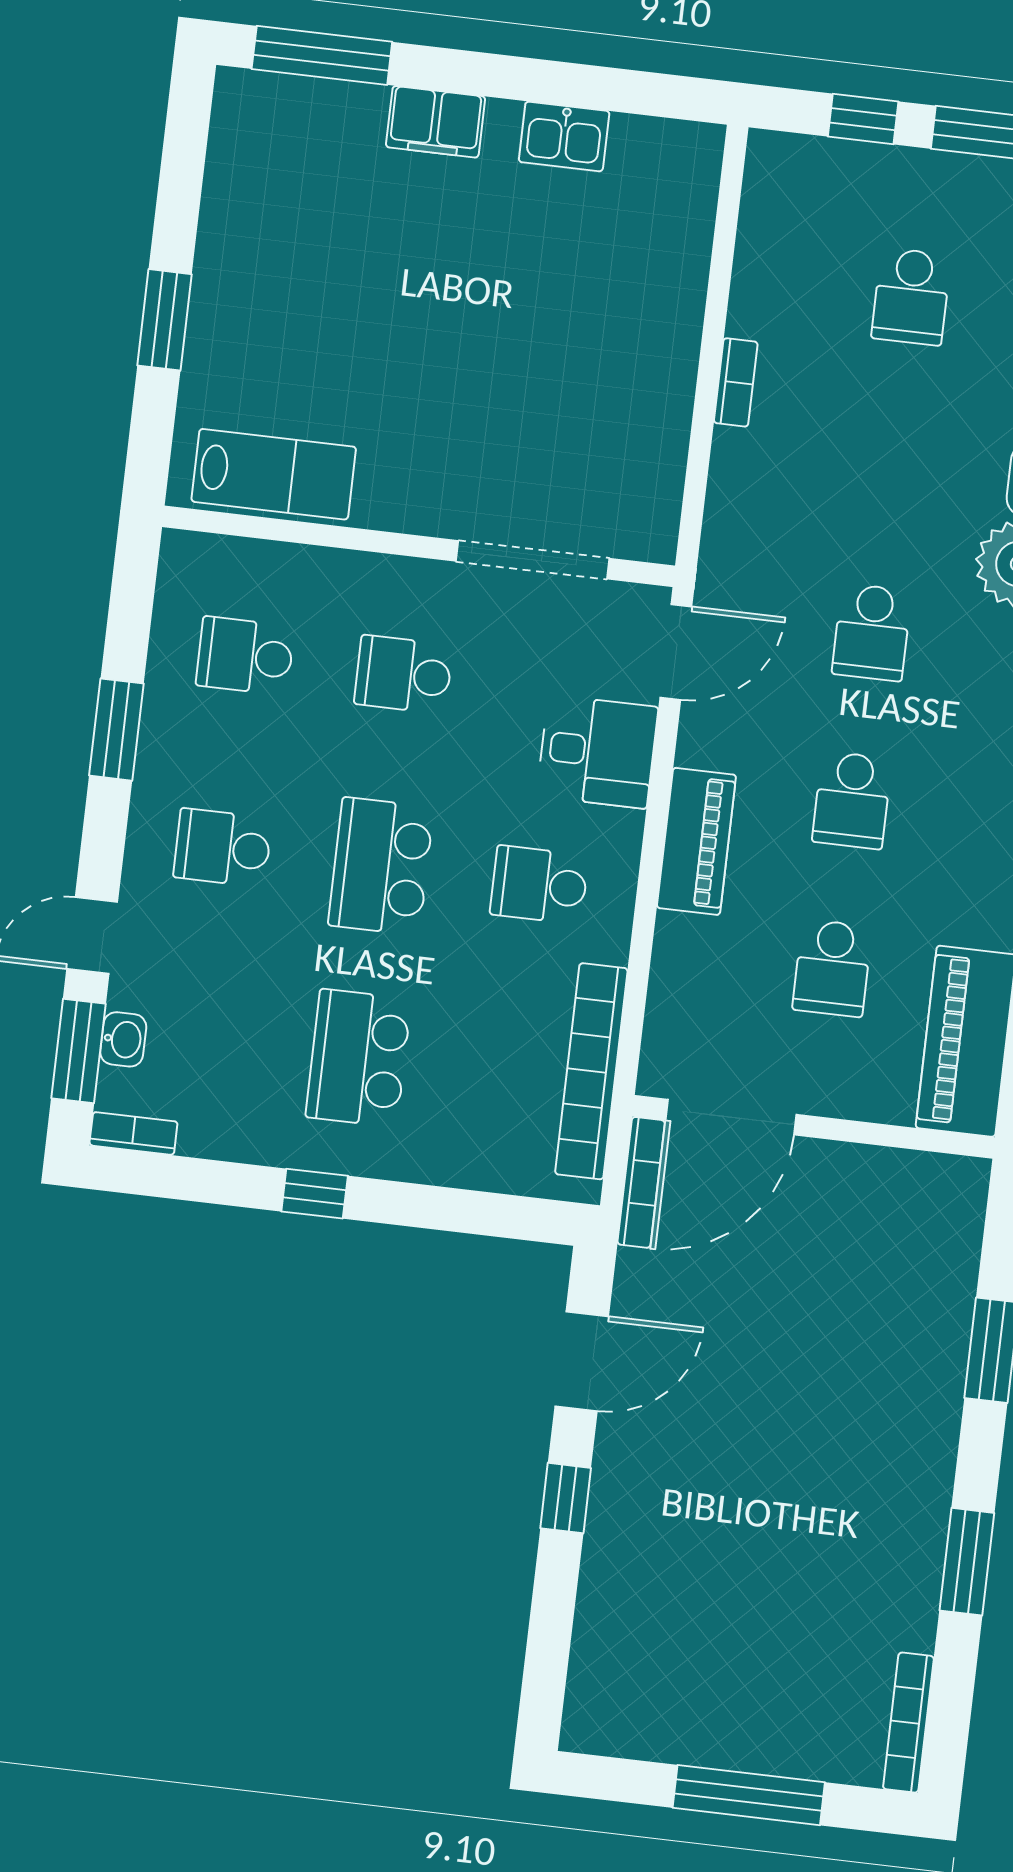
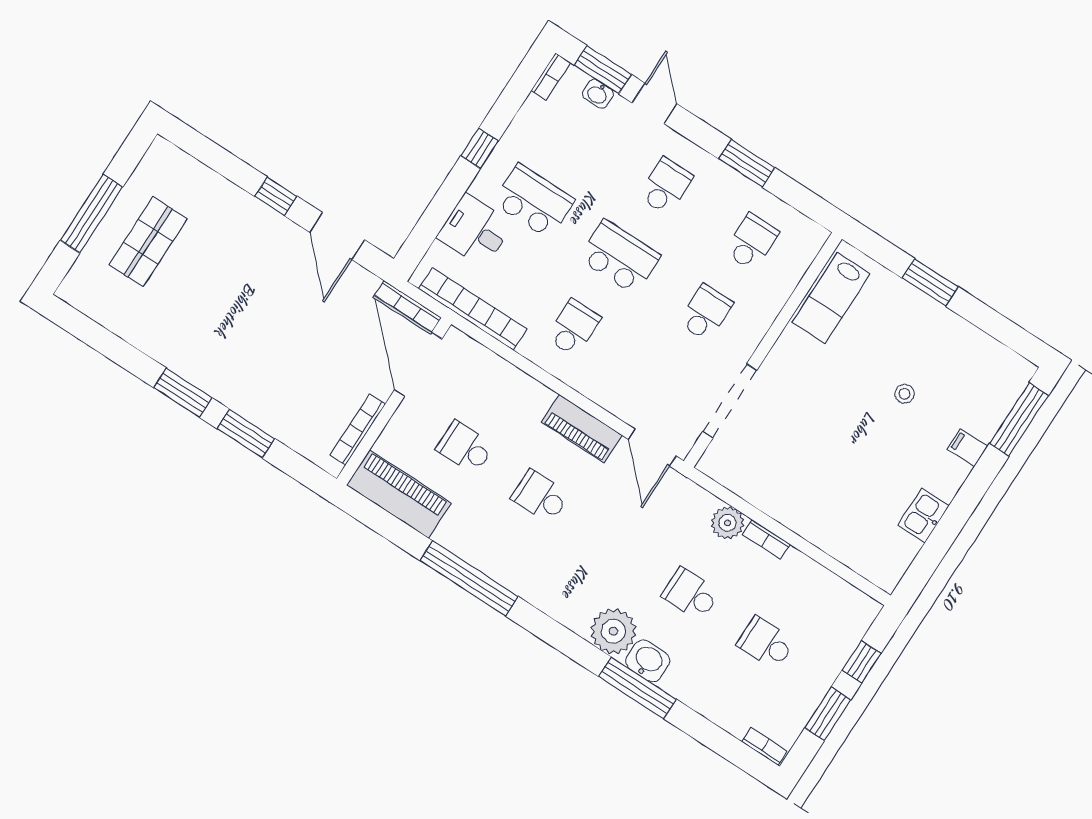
filing cabinet: (436, 122) -> (967, 447), width x0.50
stool: (374, 270) -> (905, 394), added
plant: (740, 462) -> (728, 523), added
school desk: (872, 632) -> (691, 594), moved
desk: (597, 752) -> (475, 231), moved, turned 90
piano: (696, 841) -> (582, 429), moved
window: (967, 1562) -> (183, 393), moved
shop shelf: (749, 1676) -> (148, 242), added
bookcase: (908, 1723) -> (358, 430), moved, turned -90

